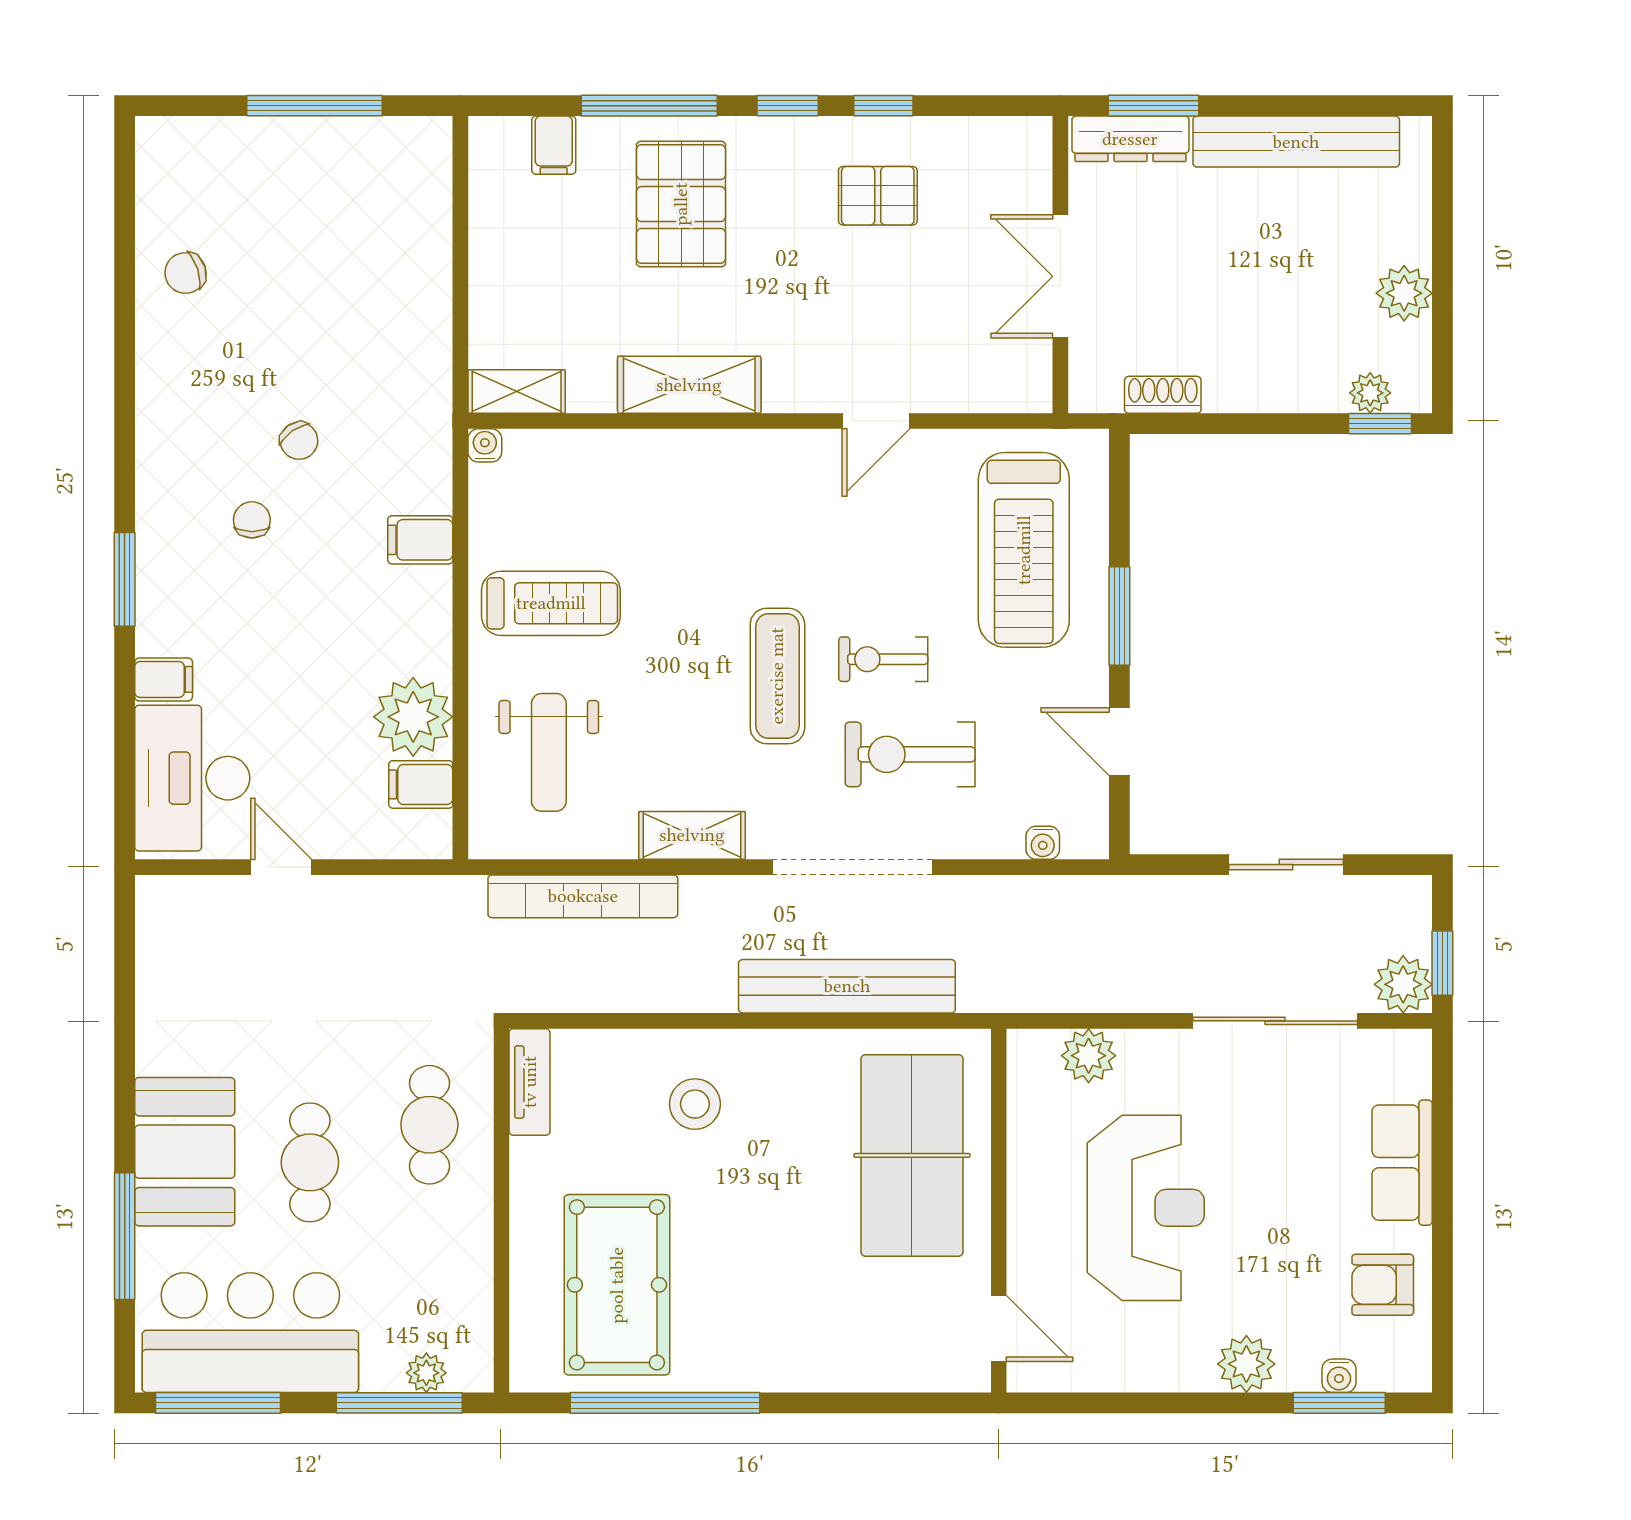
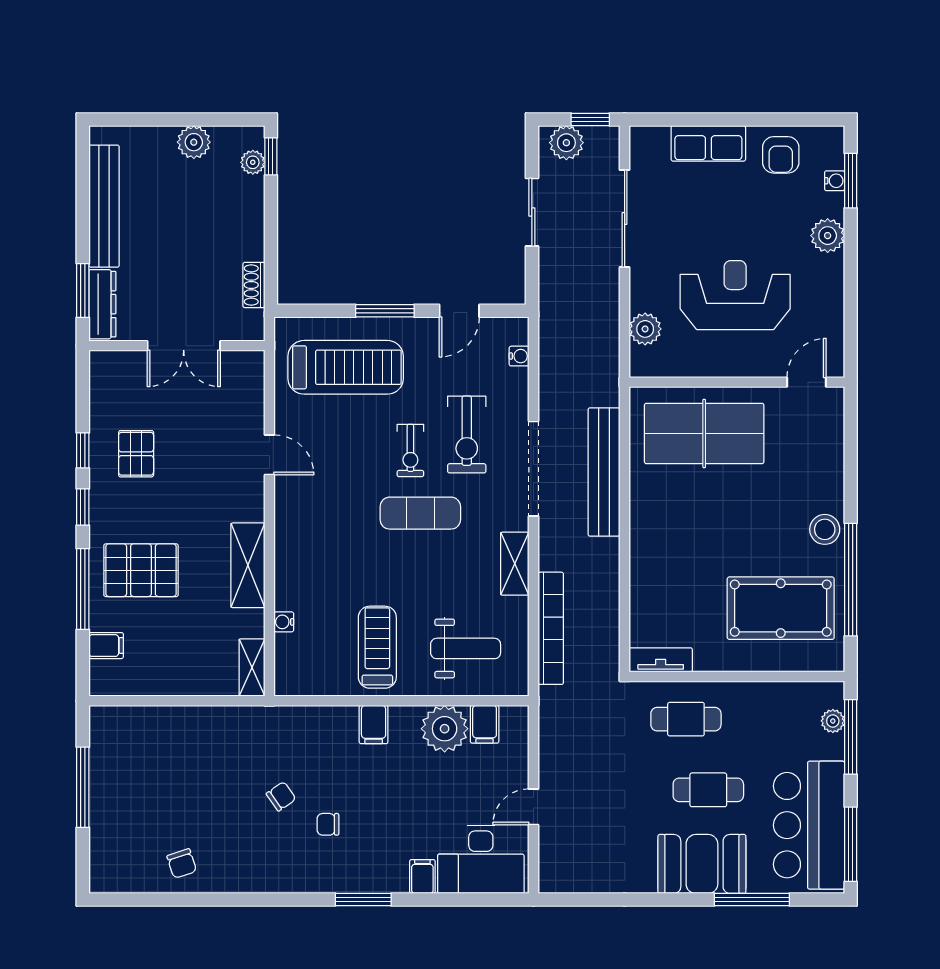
water cooler: (485, 445) -> (284, 622), moved
filing cabinet: (420, 540) -> (374, 724), moved
plant: (1403, 984) -> (566, 143), moved
stool: (695, 1104) -> (825, 529), moved

